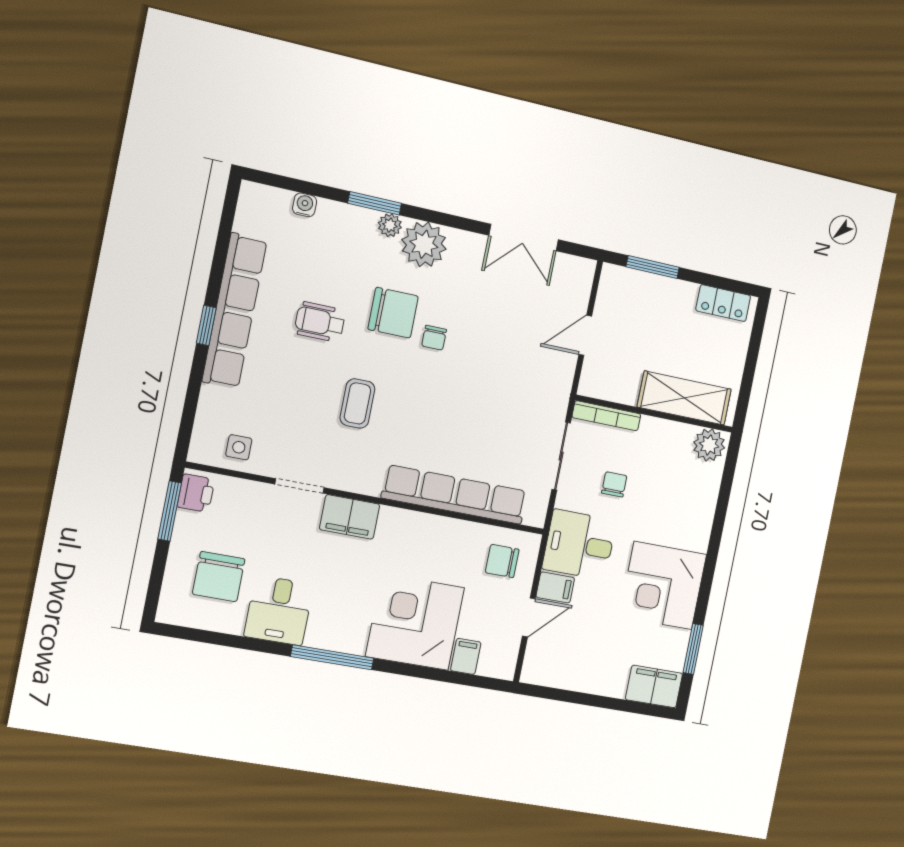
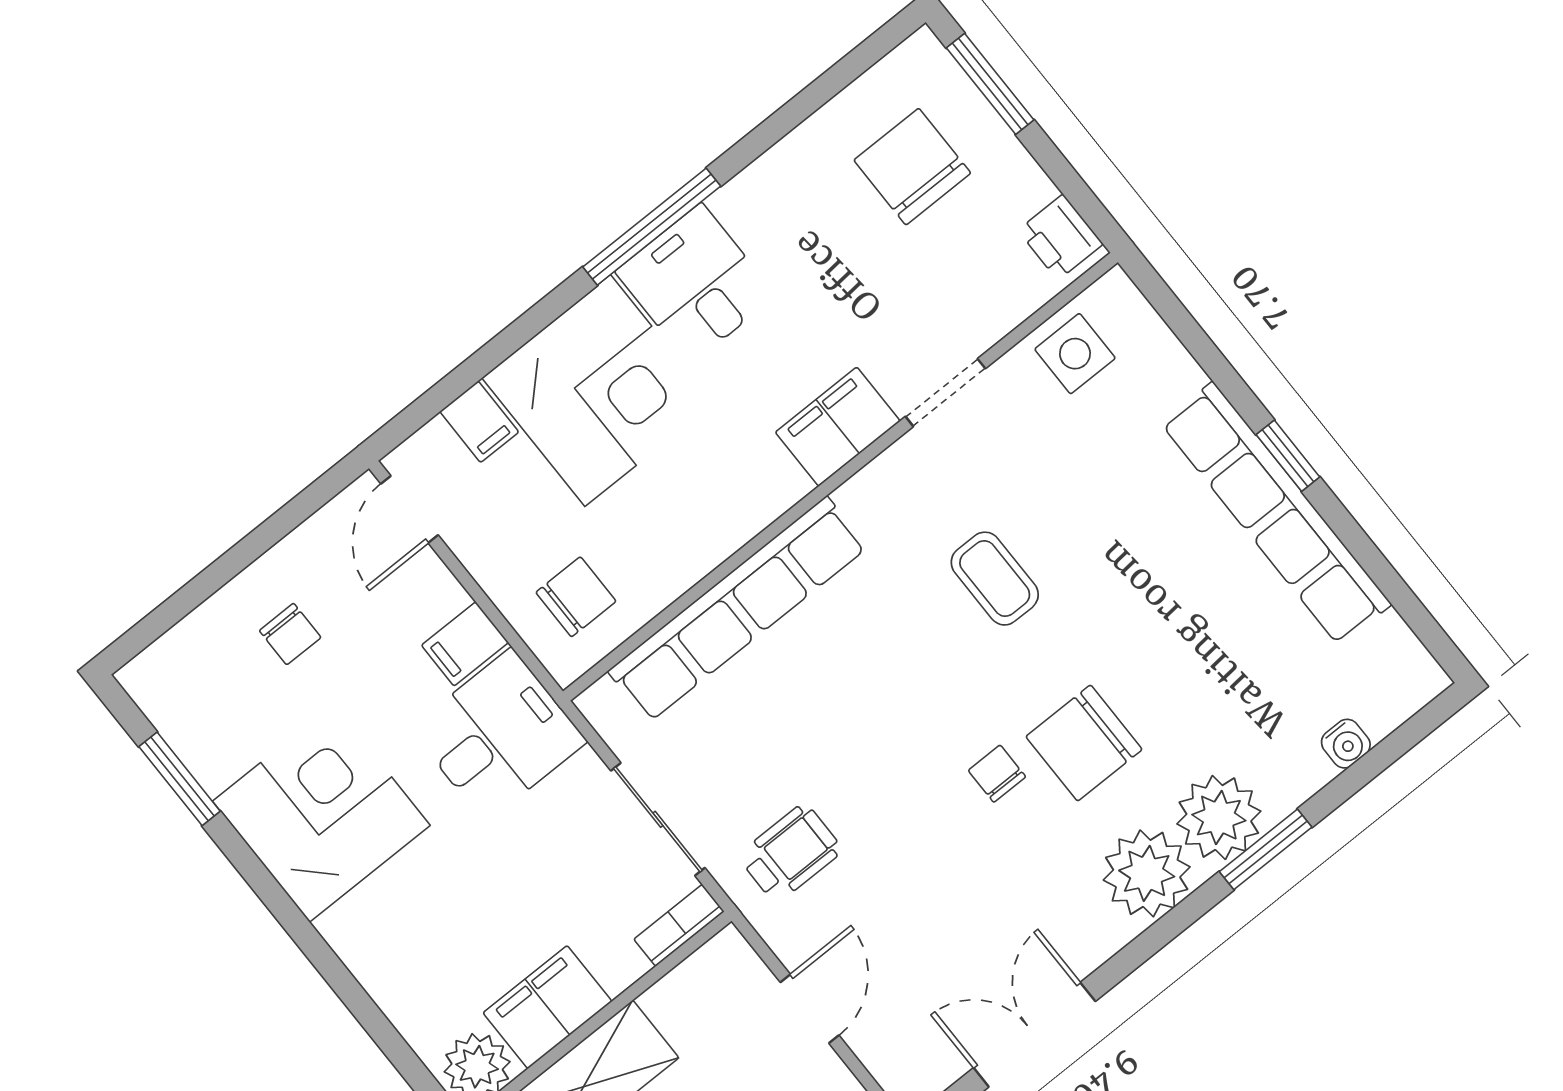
plant: (390, 225) -> (1219, 818), width x1.87, depth x1.87
wheelchair: (320, 322) -> (790, 853), moved
bookcase: (606, 416) -> (679, 925), width x0.64
side table: (239, 447) -> (1075, 354), width x1.37, depth x1.37
chair: (614, 484) -> (290, 634), moved
window: (170, 511) -> (990, 84), moved
desk: (279, 610) -> (696, 284), moved
door: (529, 617) -> (410, 509), moved
filing cabinet: (654, 686) -> (547, 1007), moved, turned 180

